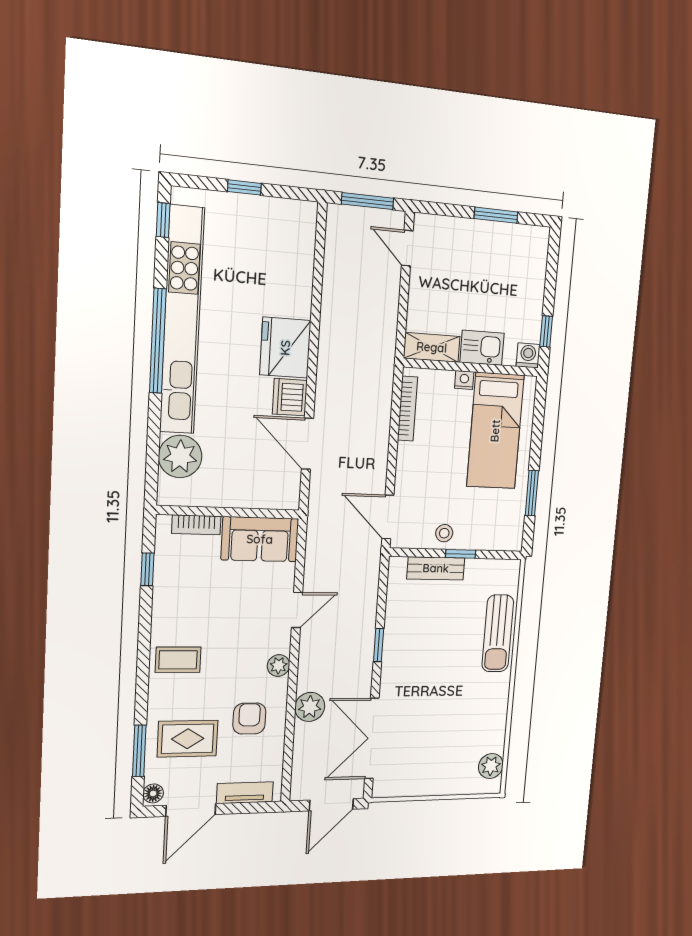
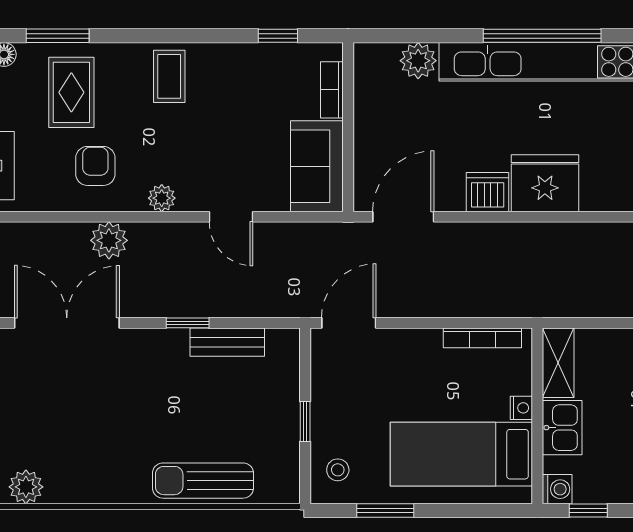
door: (307, 444) -> (403, 217), moved
plant: (180, 456) -> (418, 61), width x0.73, depth x0.73
stool: (444, 533) -> (338, 470), moved
bench: (436, 568) -> (227, 342), moved, turned 90
armchair: (249, 719) -> (95, 166), turned -90

